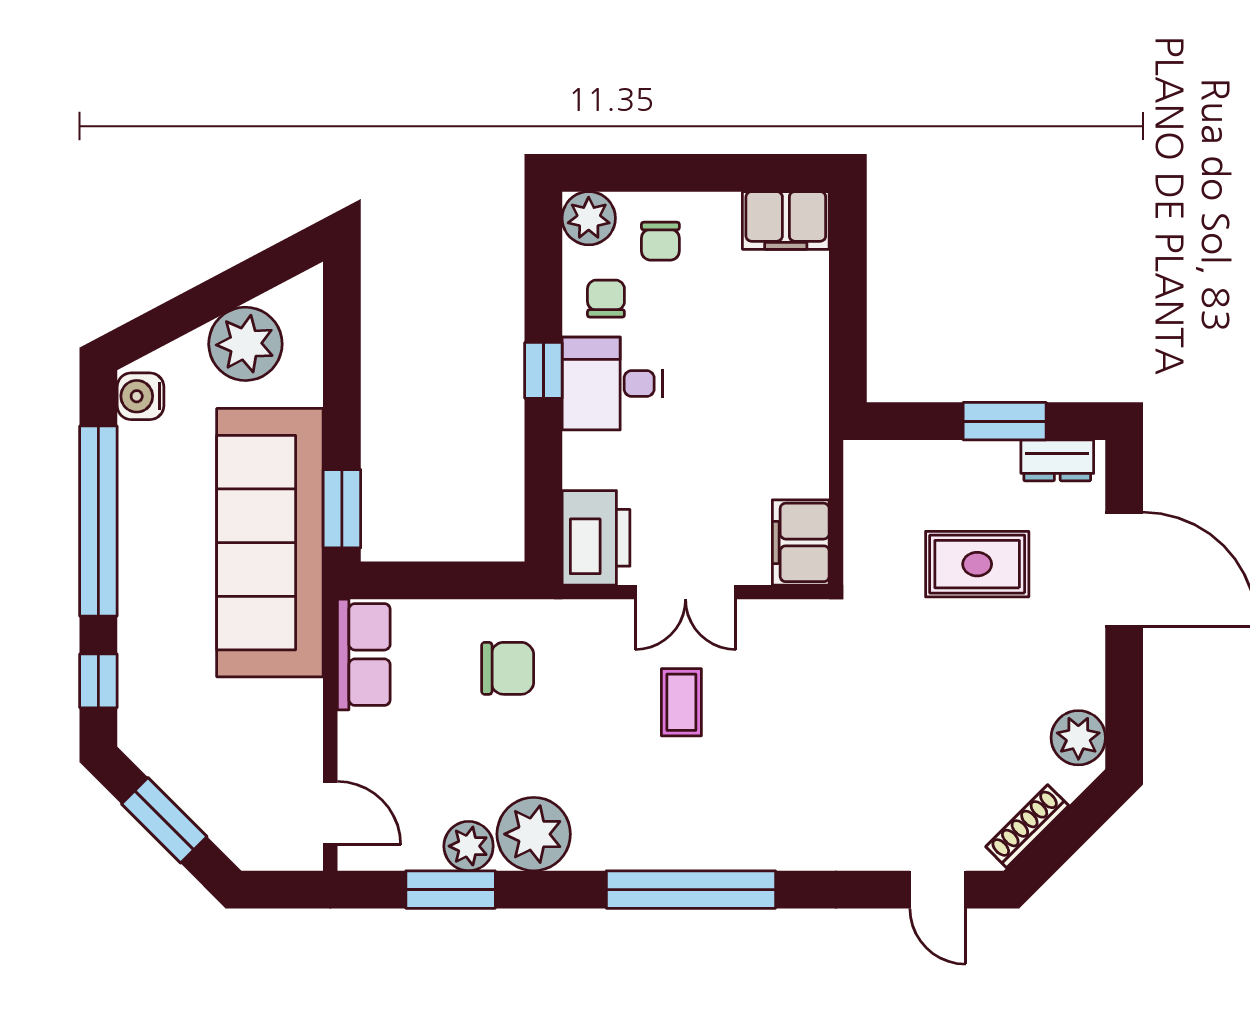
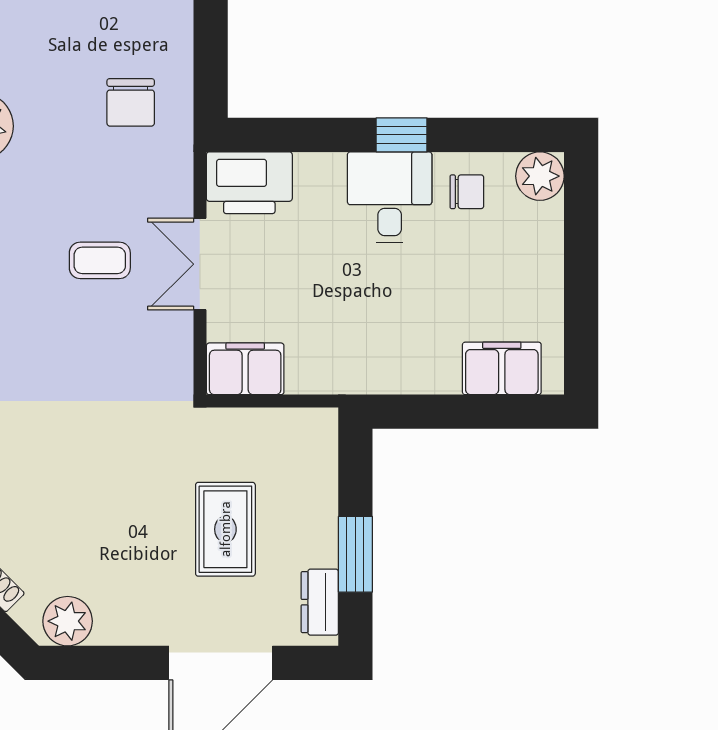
filing cabinet: (786, 220) -> (502, 368), moved, turned 90
chair: (660, 241) -> (519, 241), removed

